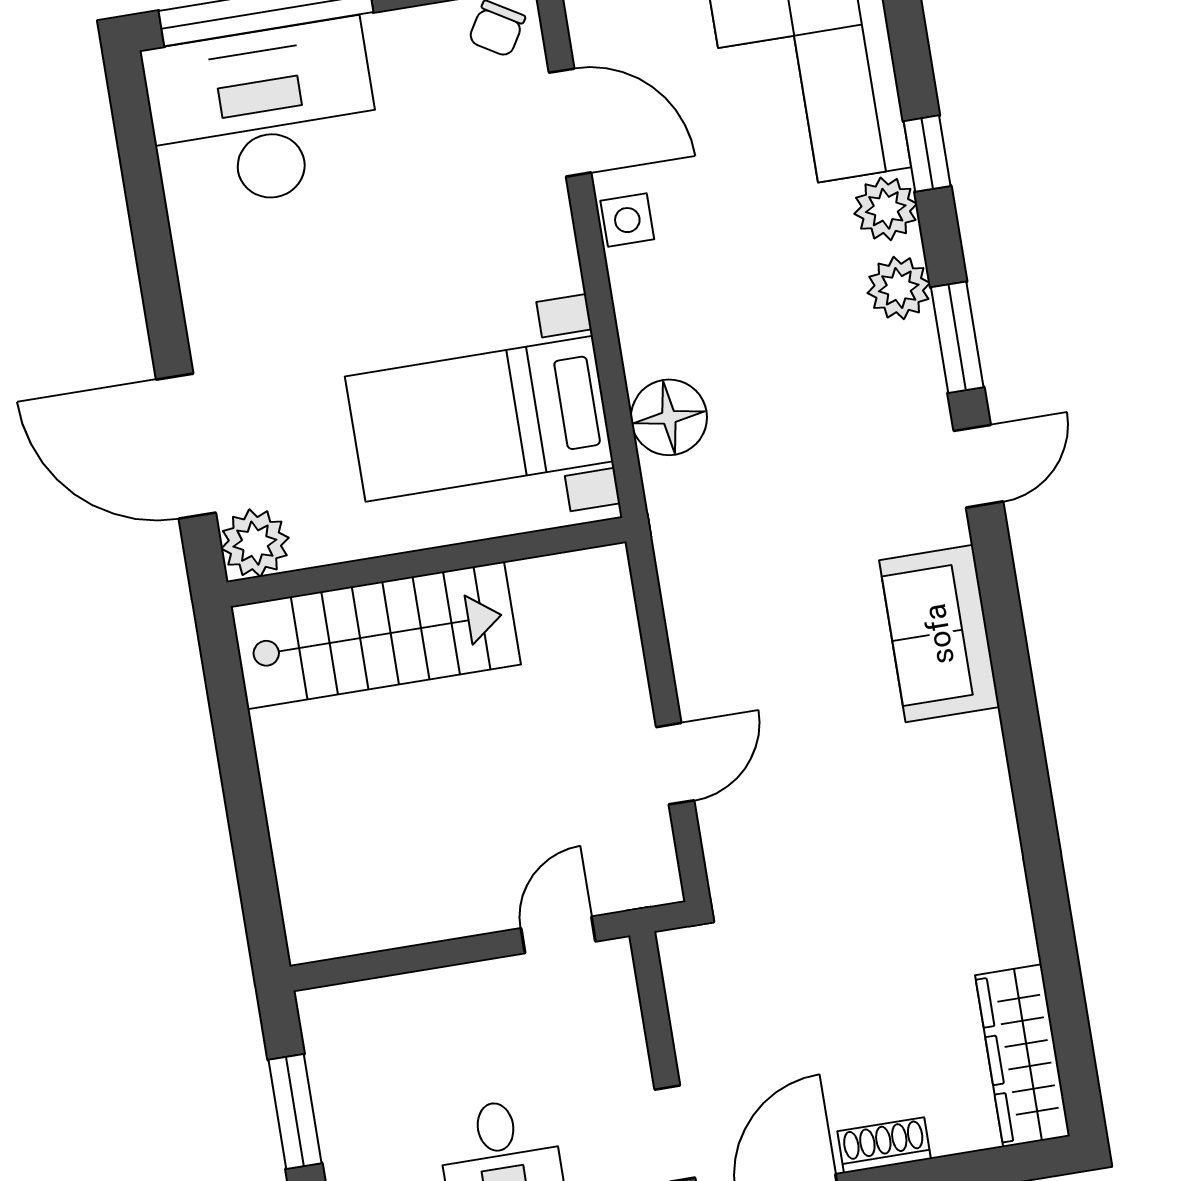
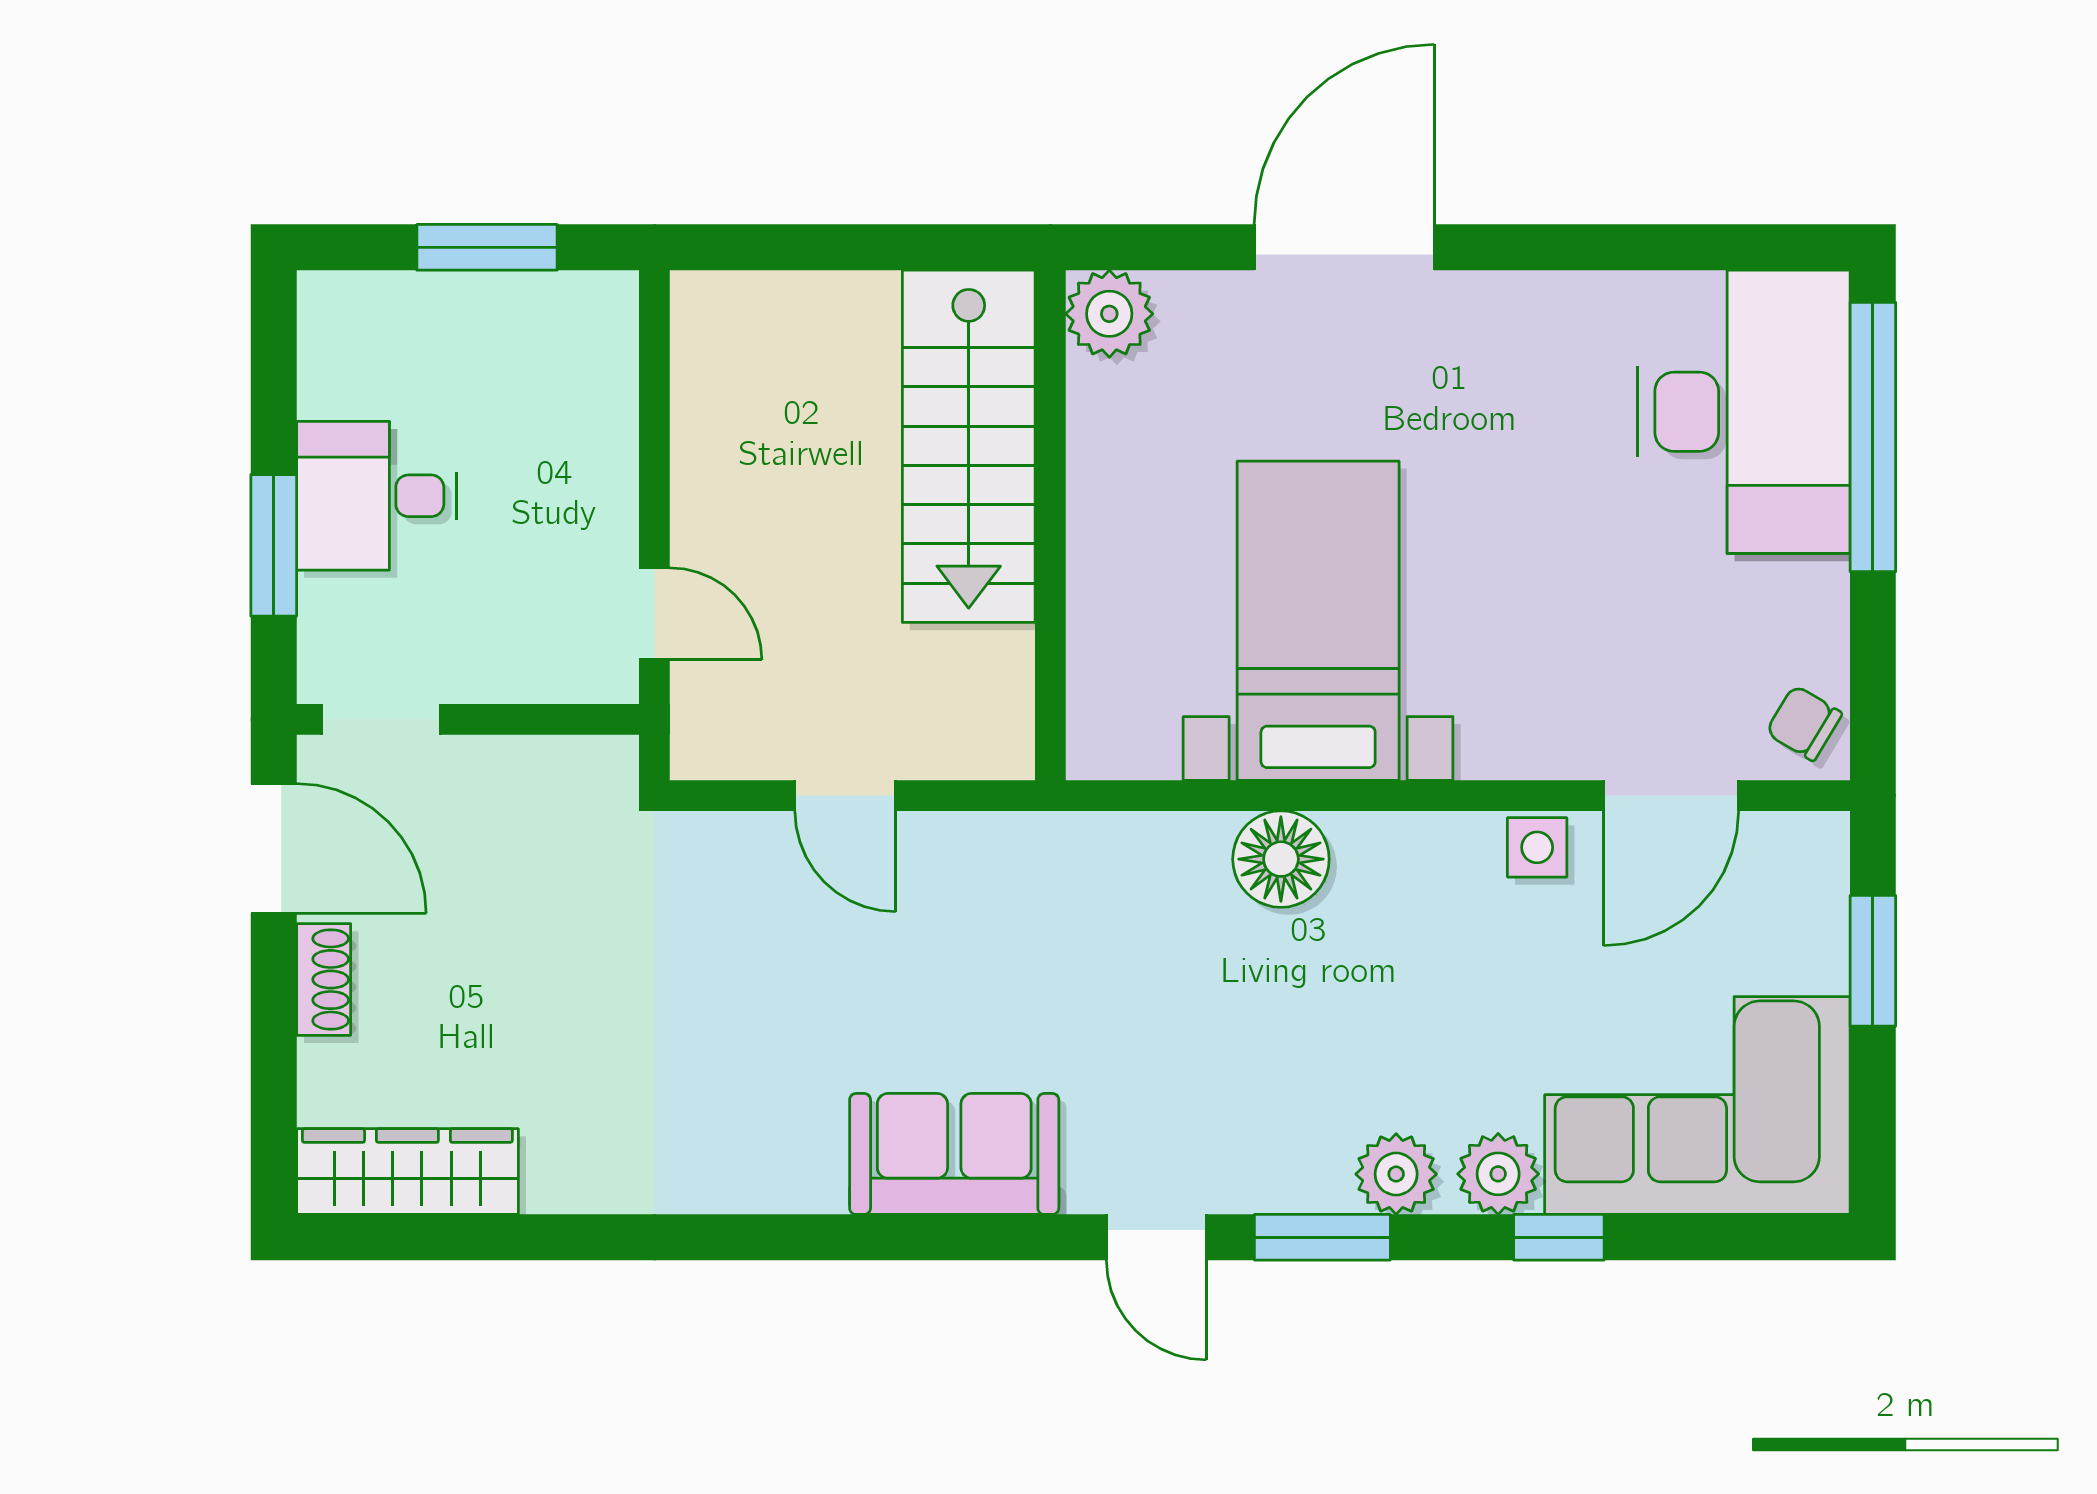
plant: (255, 543) -> (1109, 314), moved
wall: (427, 562) -> (1050, 525), moved
stairs: (376, 635) -> (969, 446), moved

